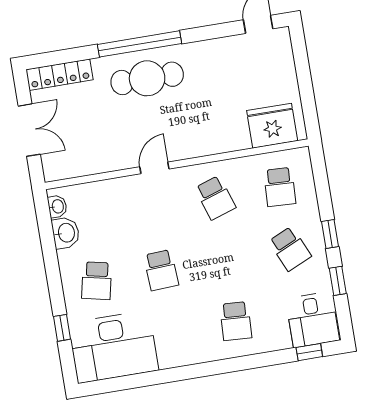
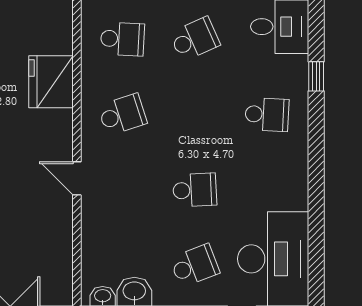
fridge: (272, 126) -> (51, 82), moved
school desk: (97, 281) -> (195, 265), turned -33
window: (309, 352) -> (316, 76), moved

